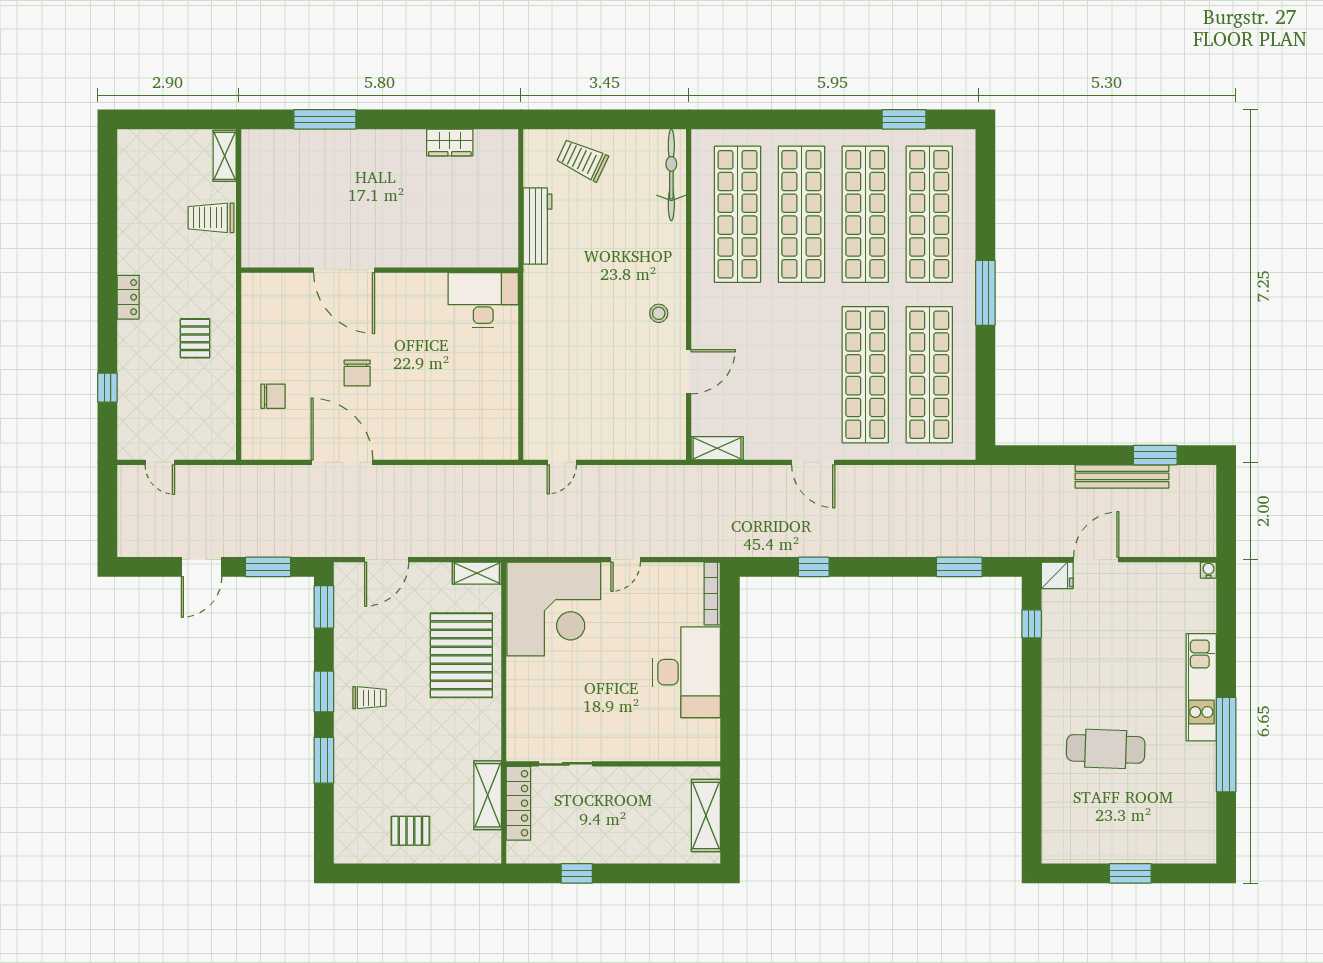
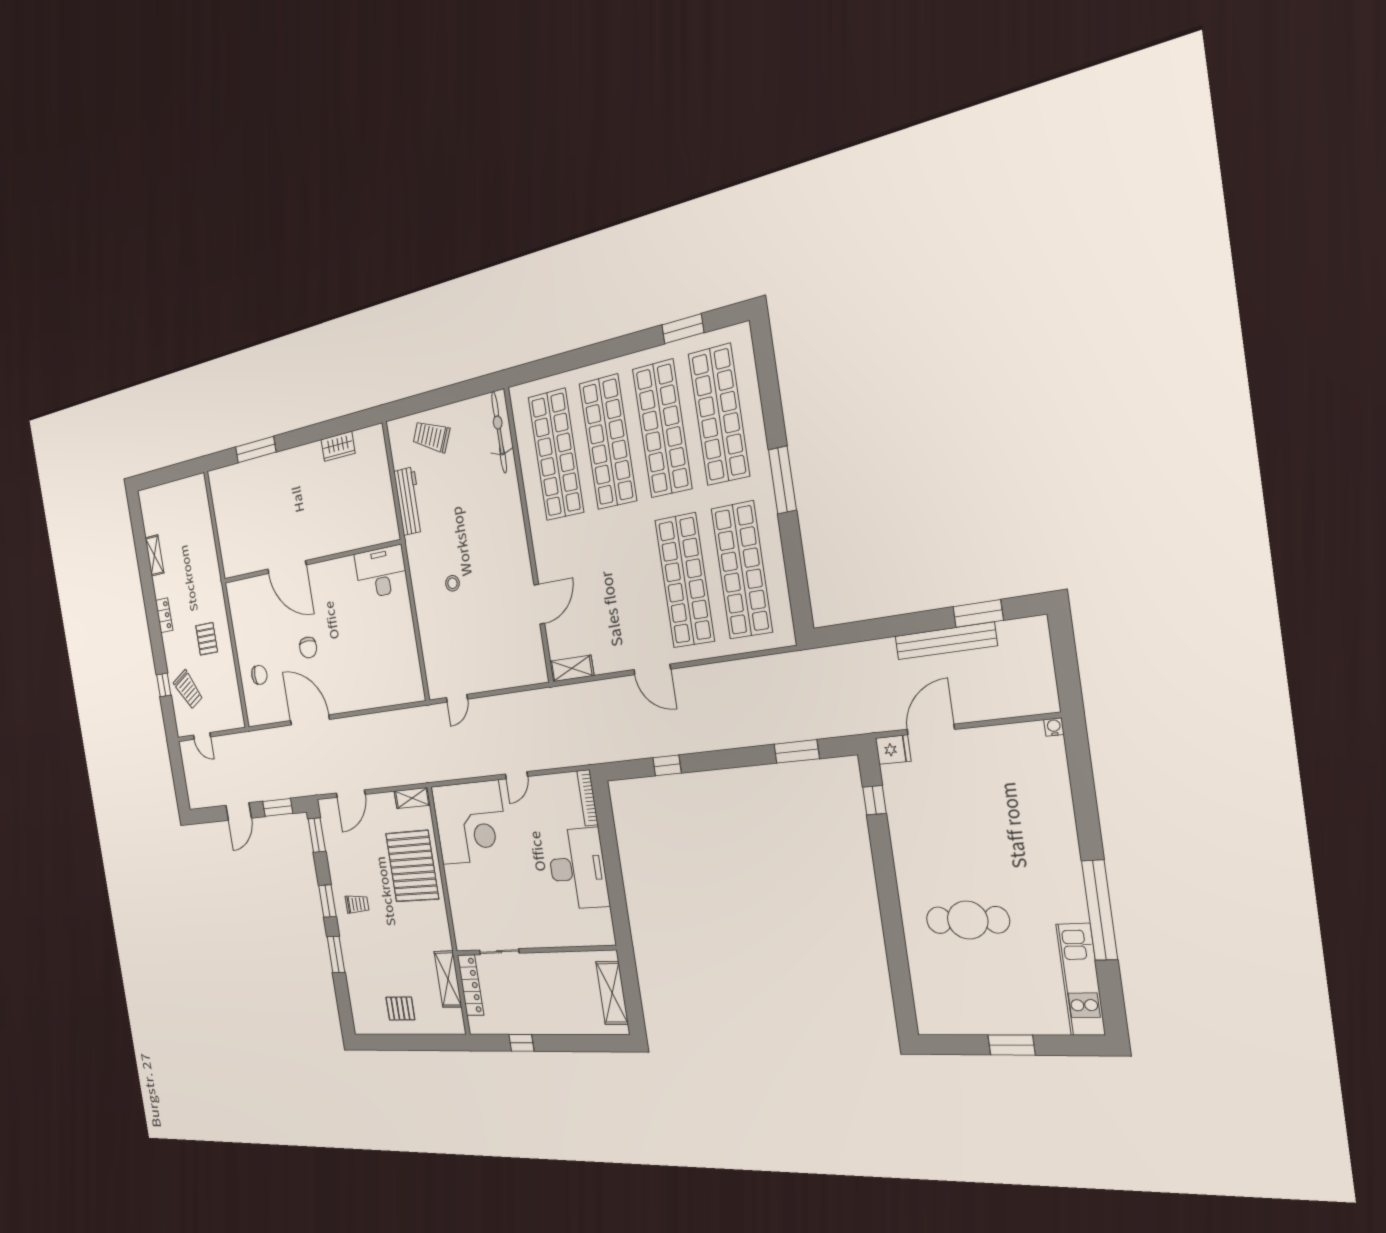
shelving: (225, 156) -> (155, 555), moved
trolley: (211, 218) -> (188, 690), moved, turned -121
stool: (659, 313) -> (452, 583), moved
kitchen unit: (1201, 687) -> (1081, 979), moved

